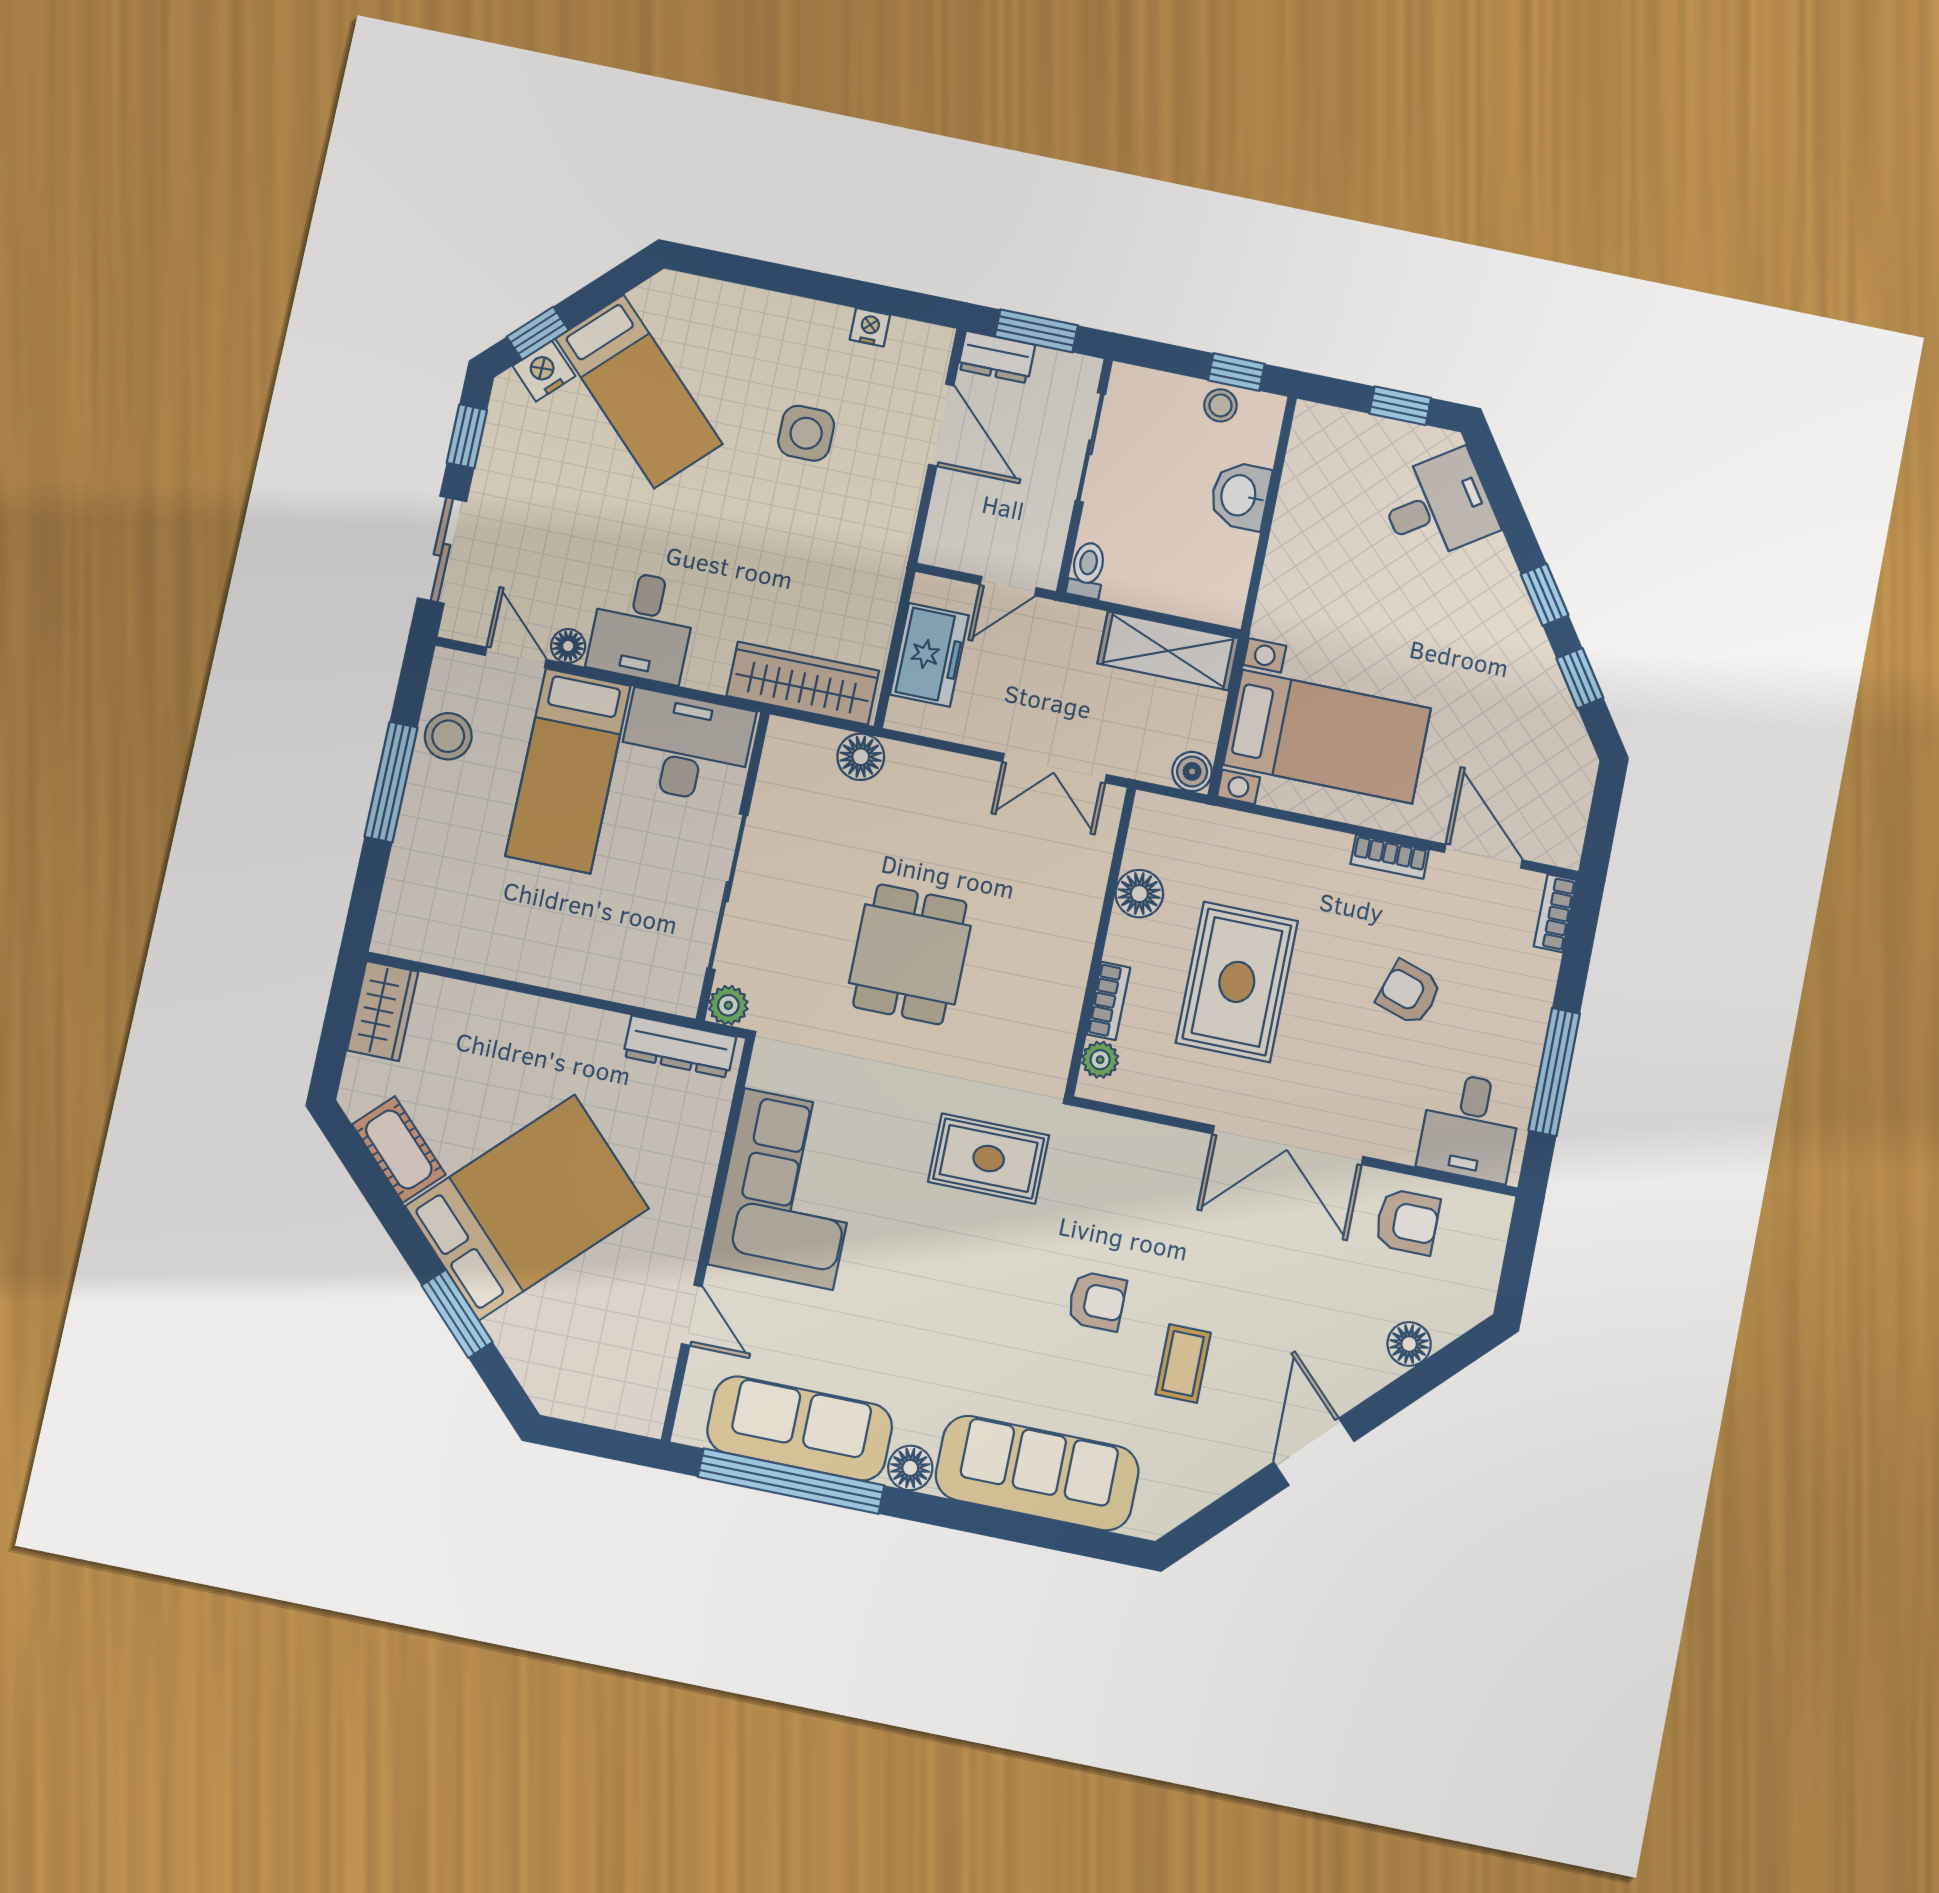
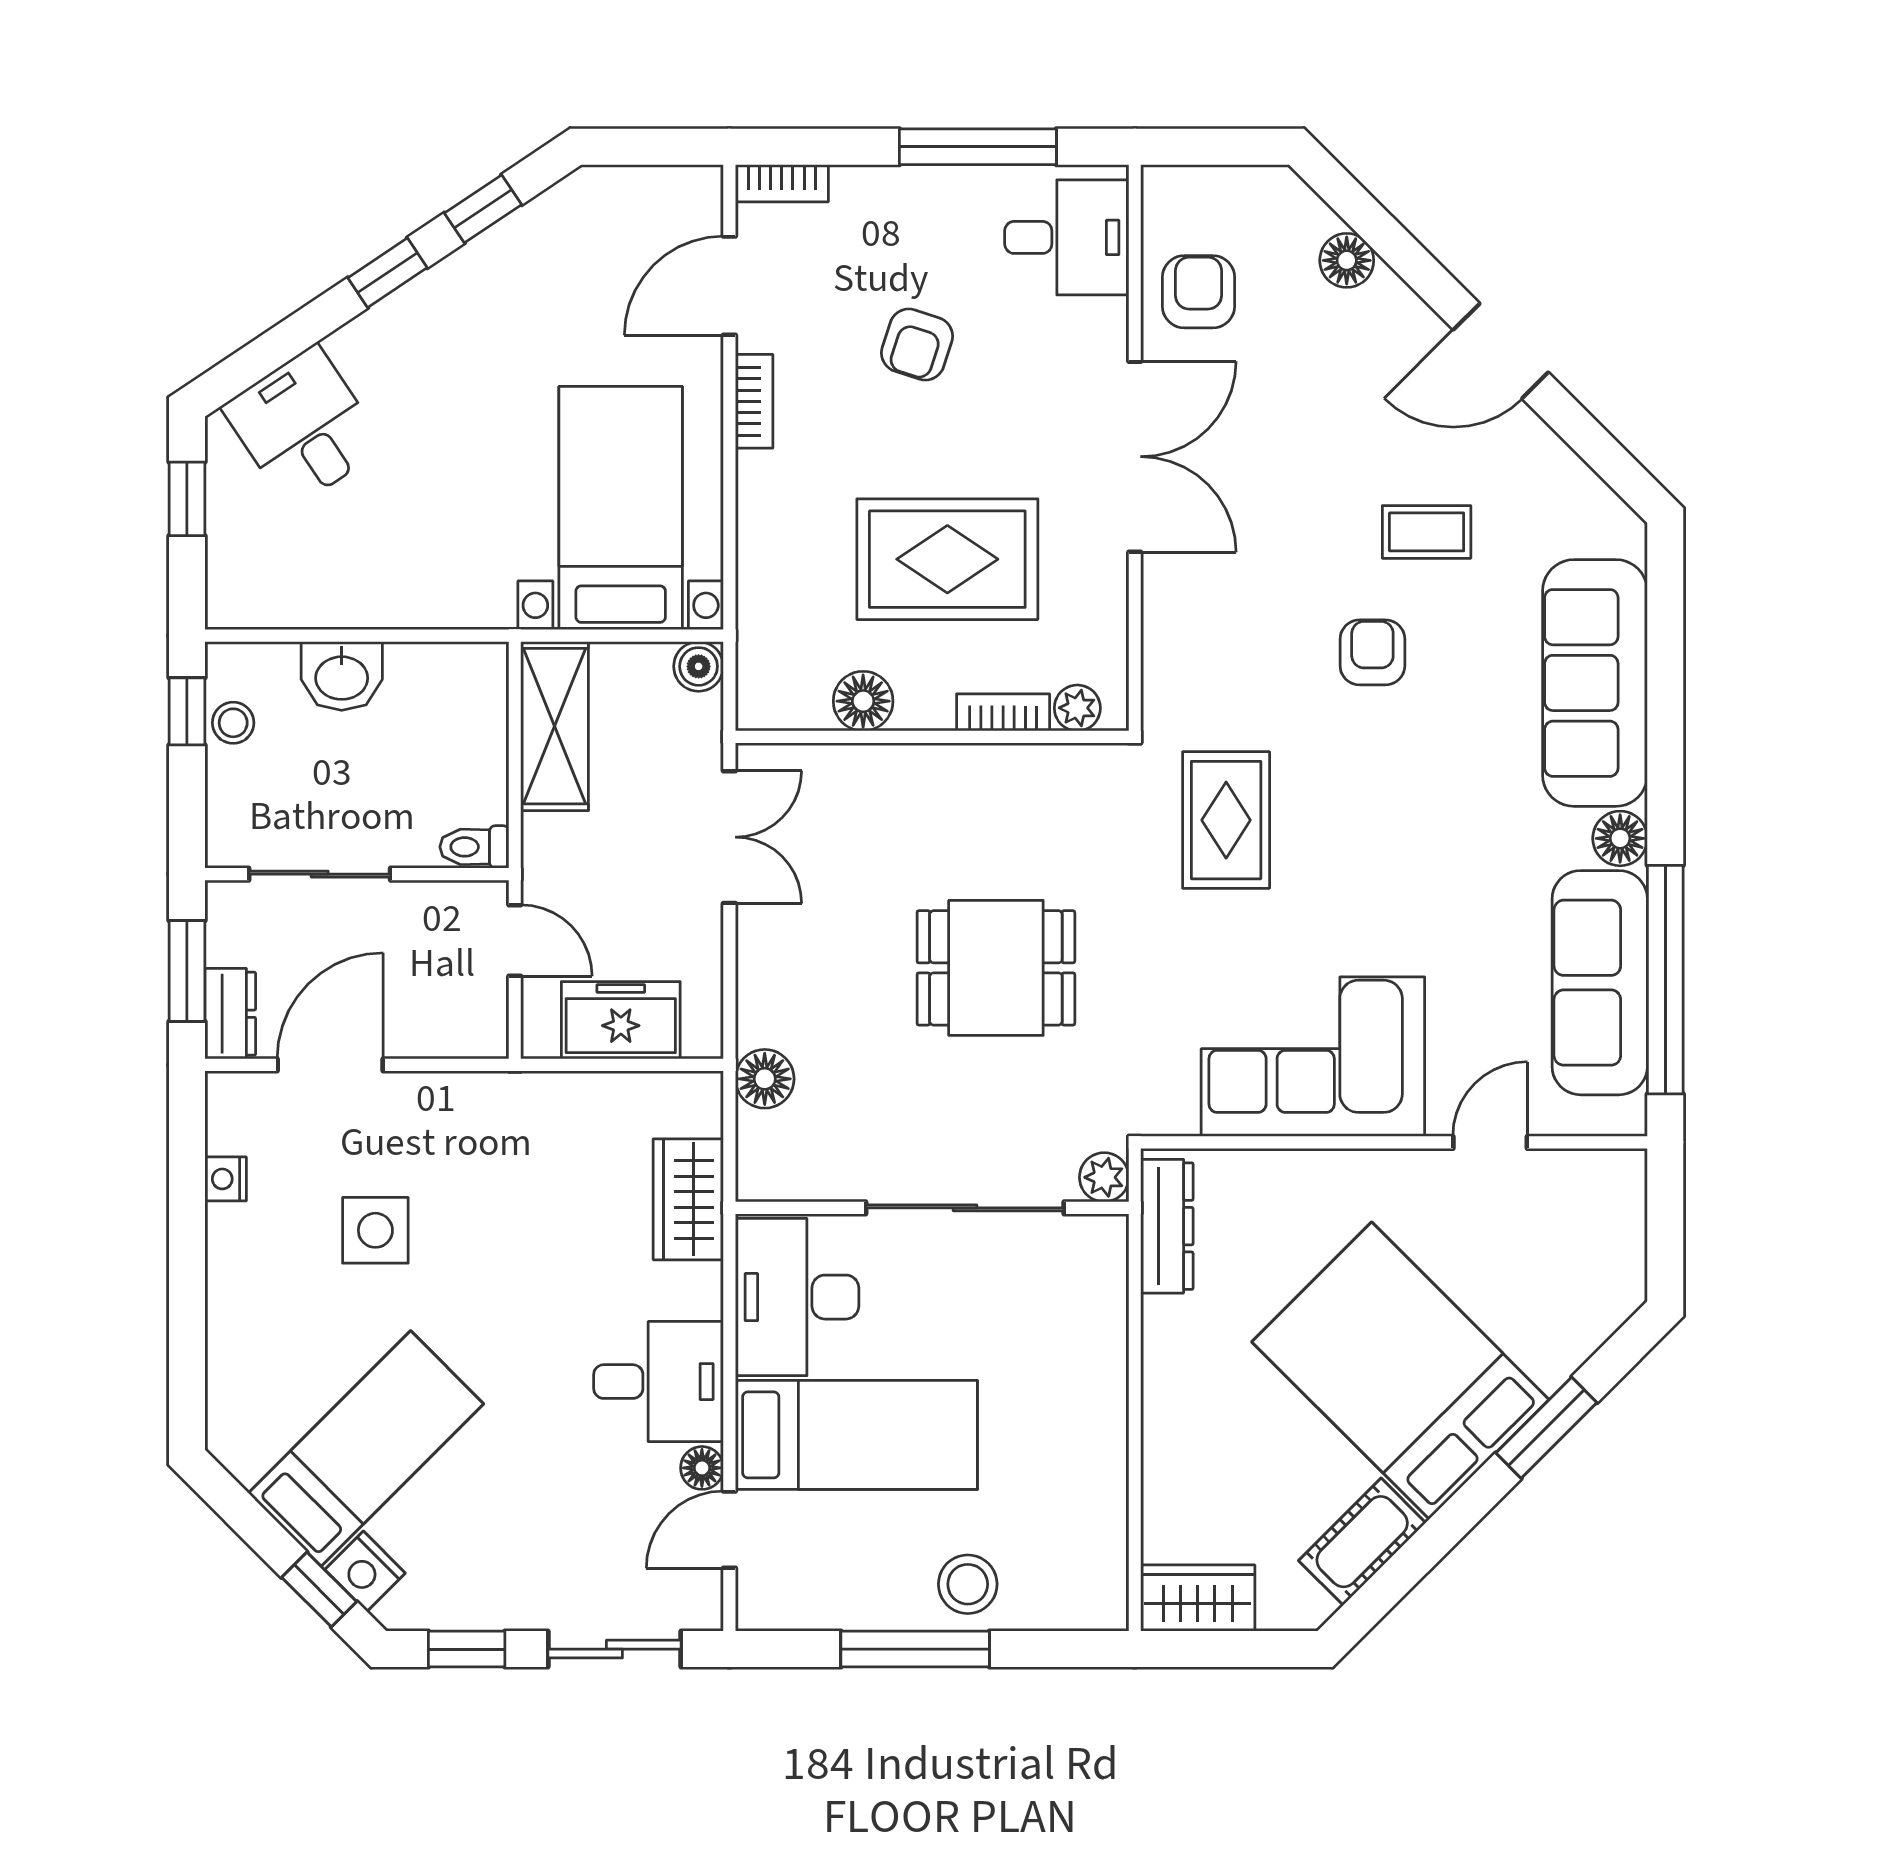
wardrobe: (803, 683) -> (688, 1199), width x0.67
stool: (448, 736) -> (968, 1584), moved

